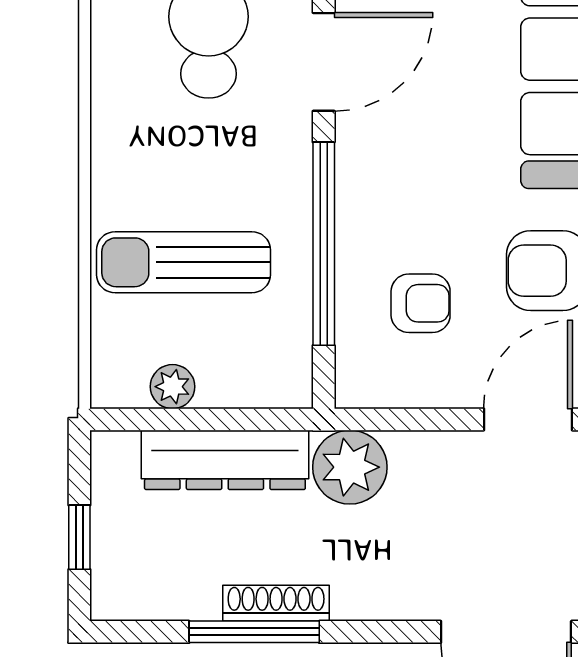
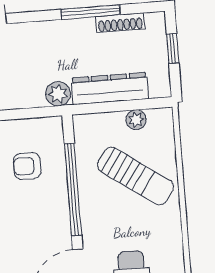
sun lounger: (183, 262) -> (136, 176), turned 35
plant: (350, 467) -> (58, 94), width x0.73, depth x0.73
shoe rack: (276, 603) -> (120, 23), moved

